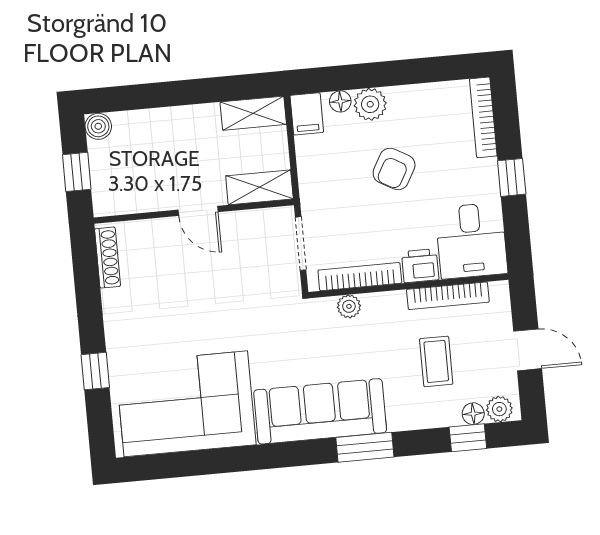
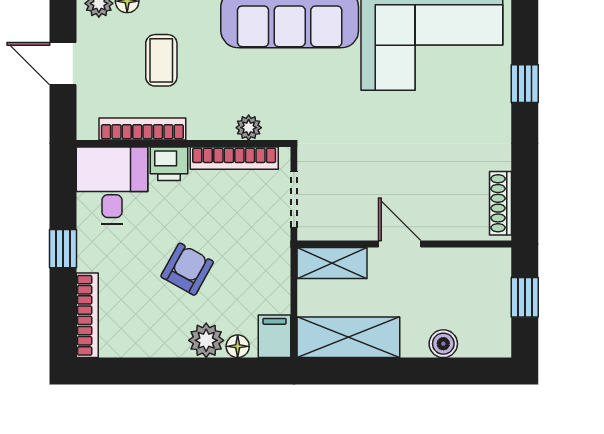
shelving: (253, 113) -> (348, 337), width x1.50, depth x1.33
boiler: (98, 126) -> (443, 344), moved

